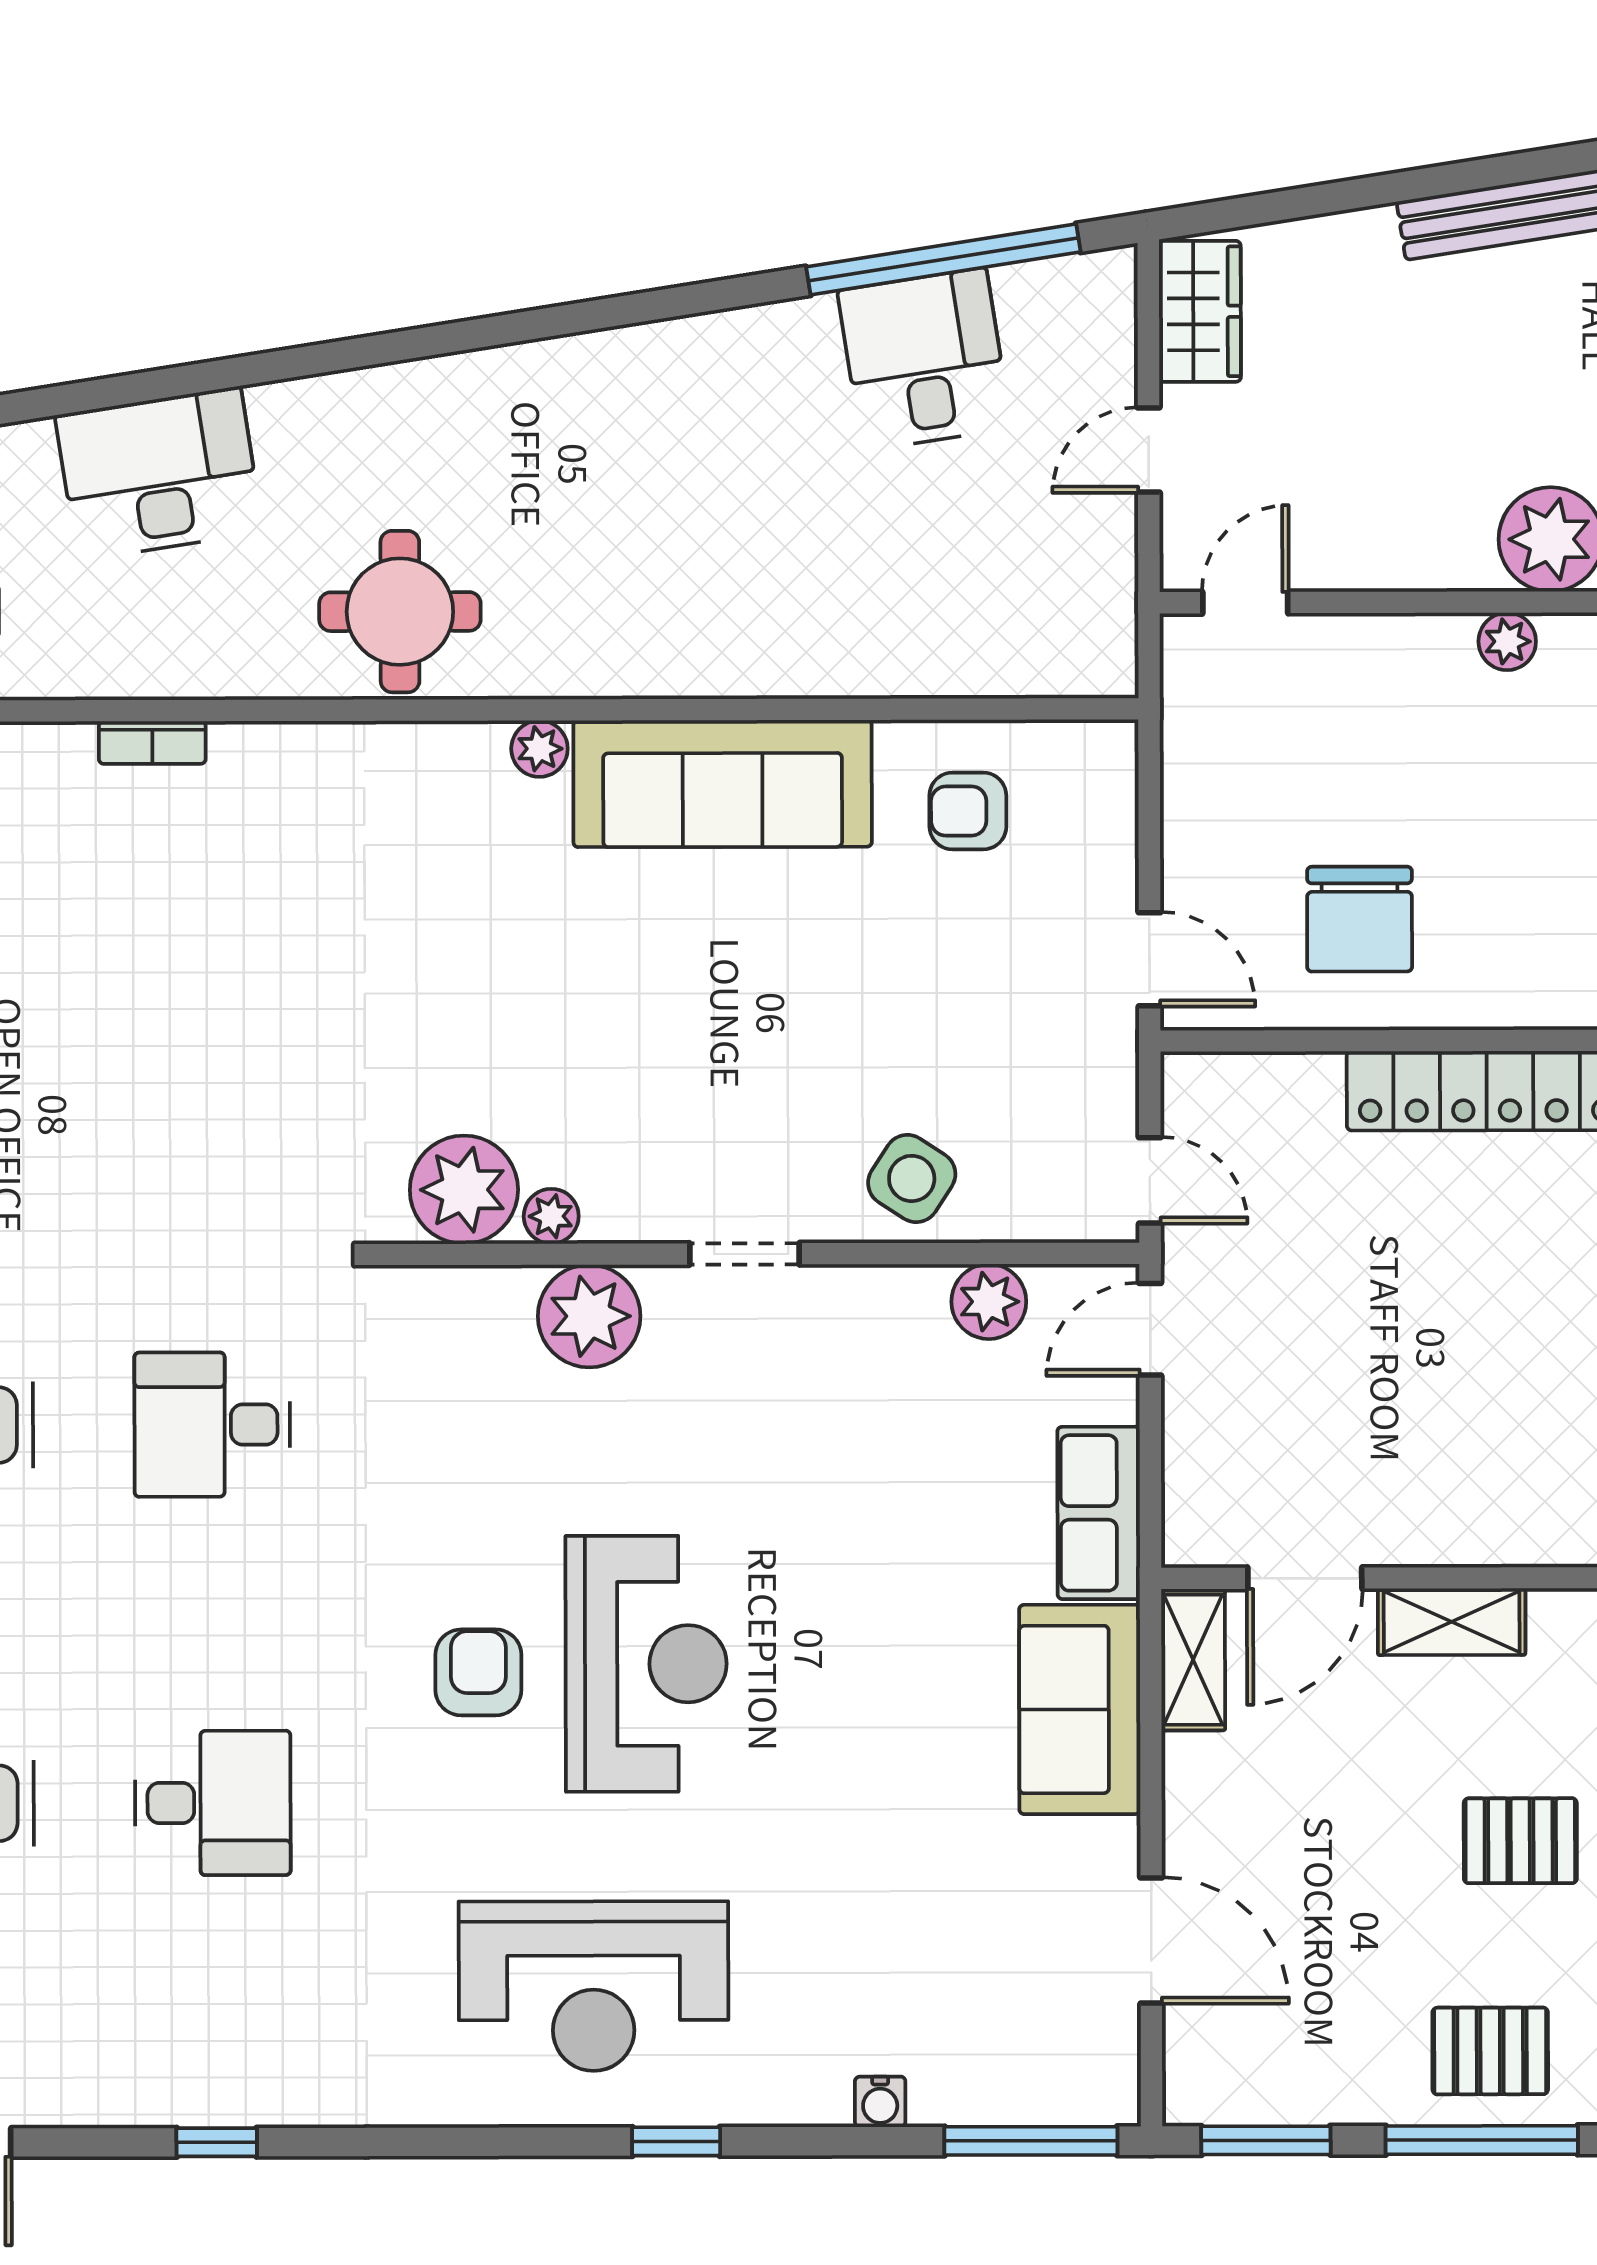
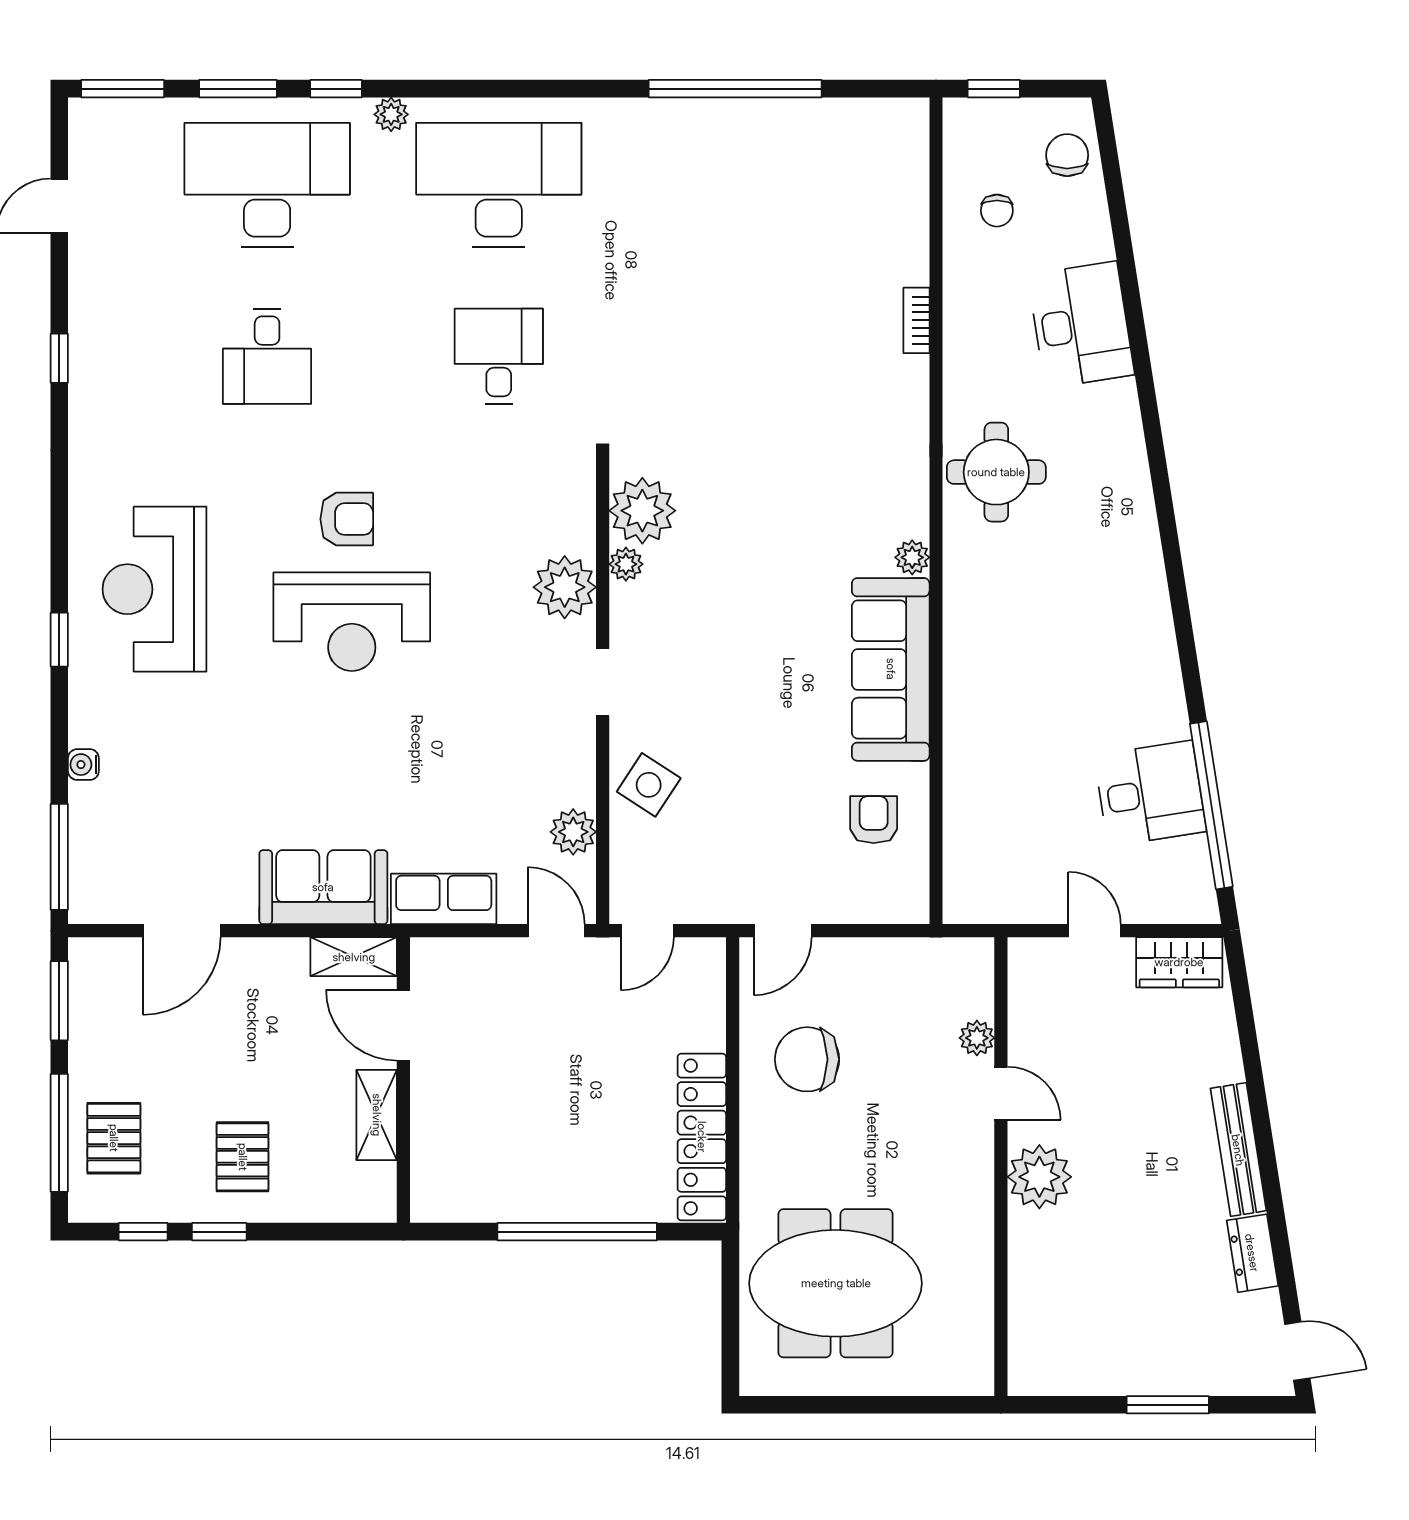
door: (1245, 603) -> (1001, 1093), moved
plant: (1507, 641) -> (977, 1038), moved

